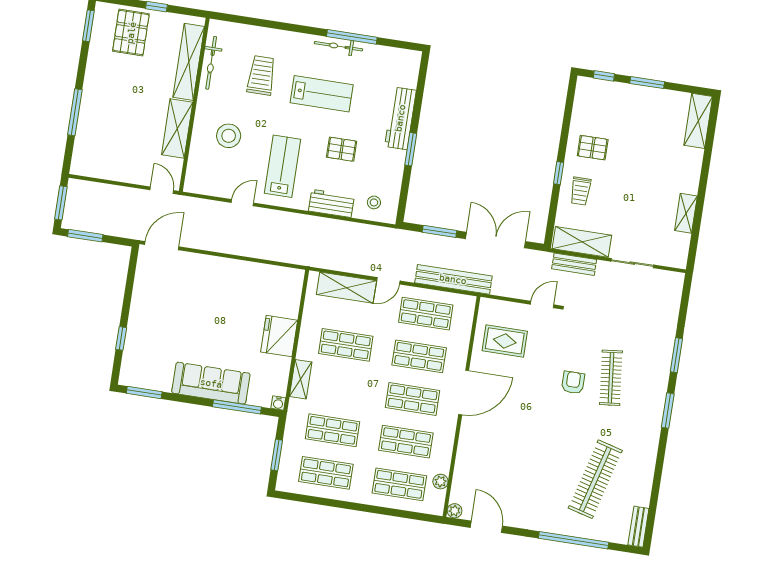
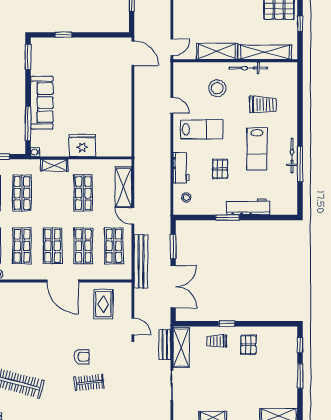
bicycle: (211, 63) -> (248, 68), moved
clothes rail: (611, 378) -> (89, 383), width x0.73

